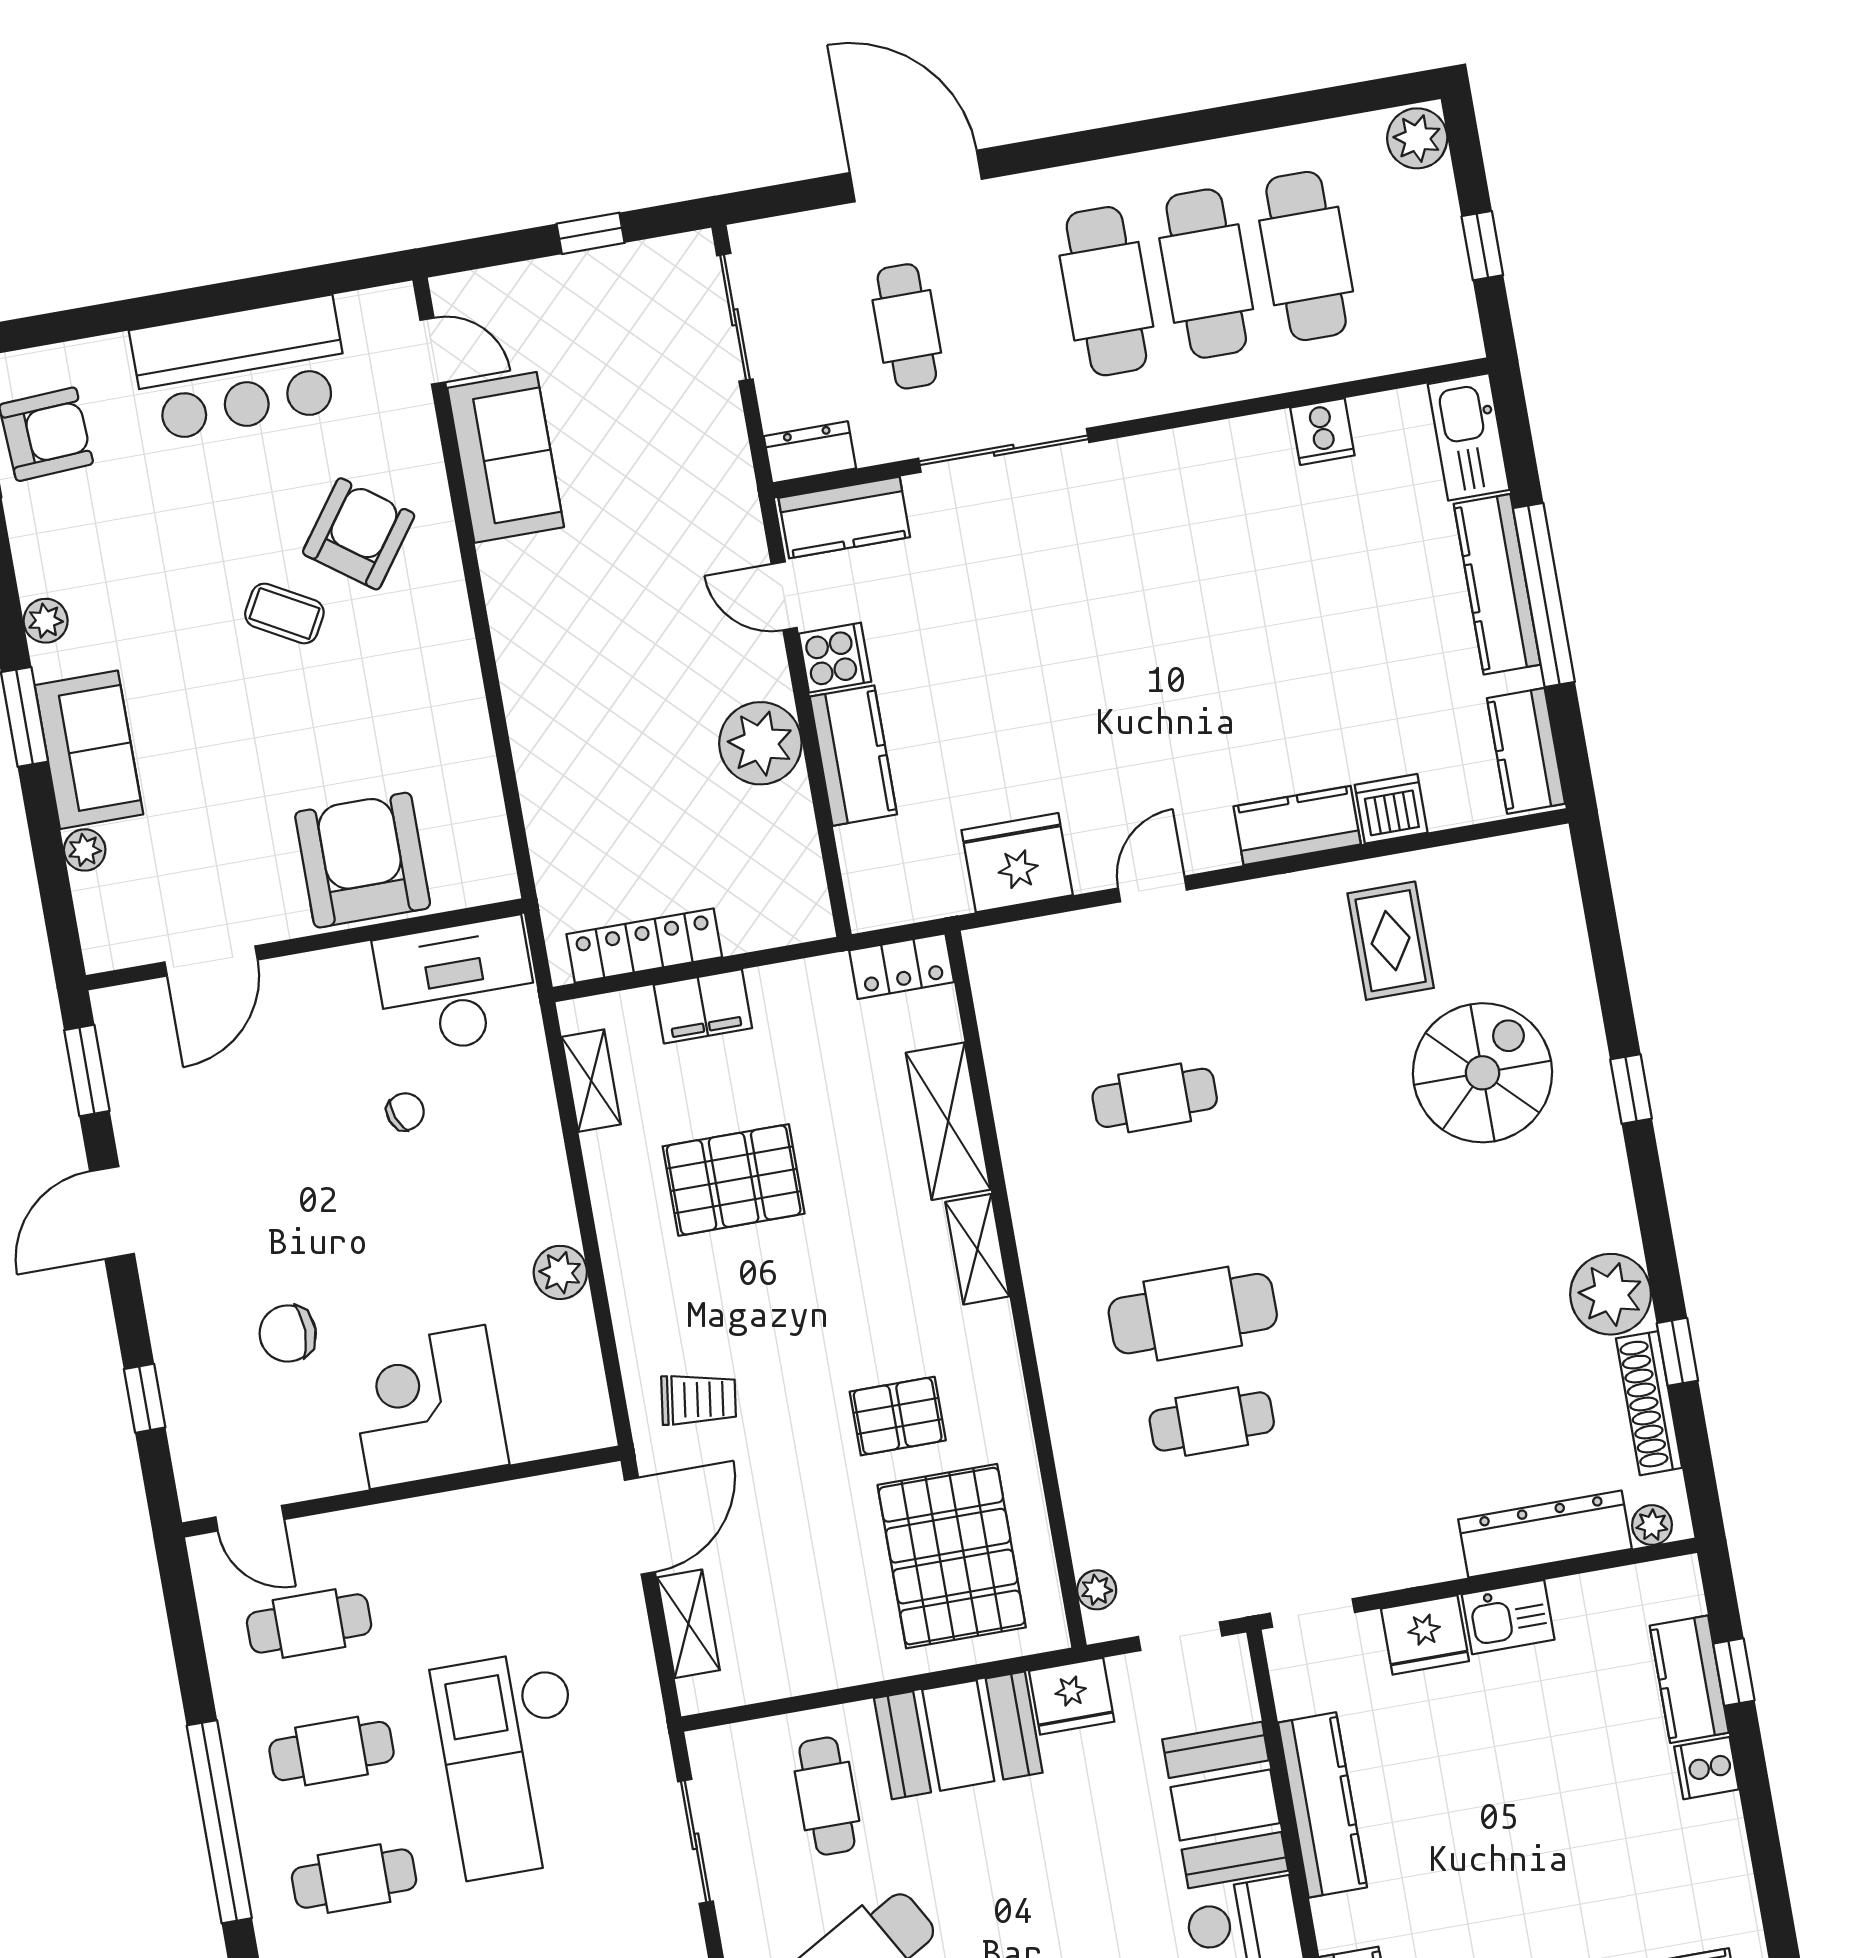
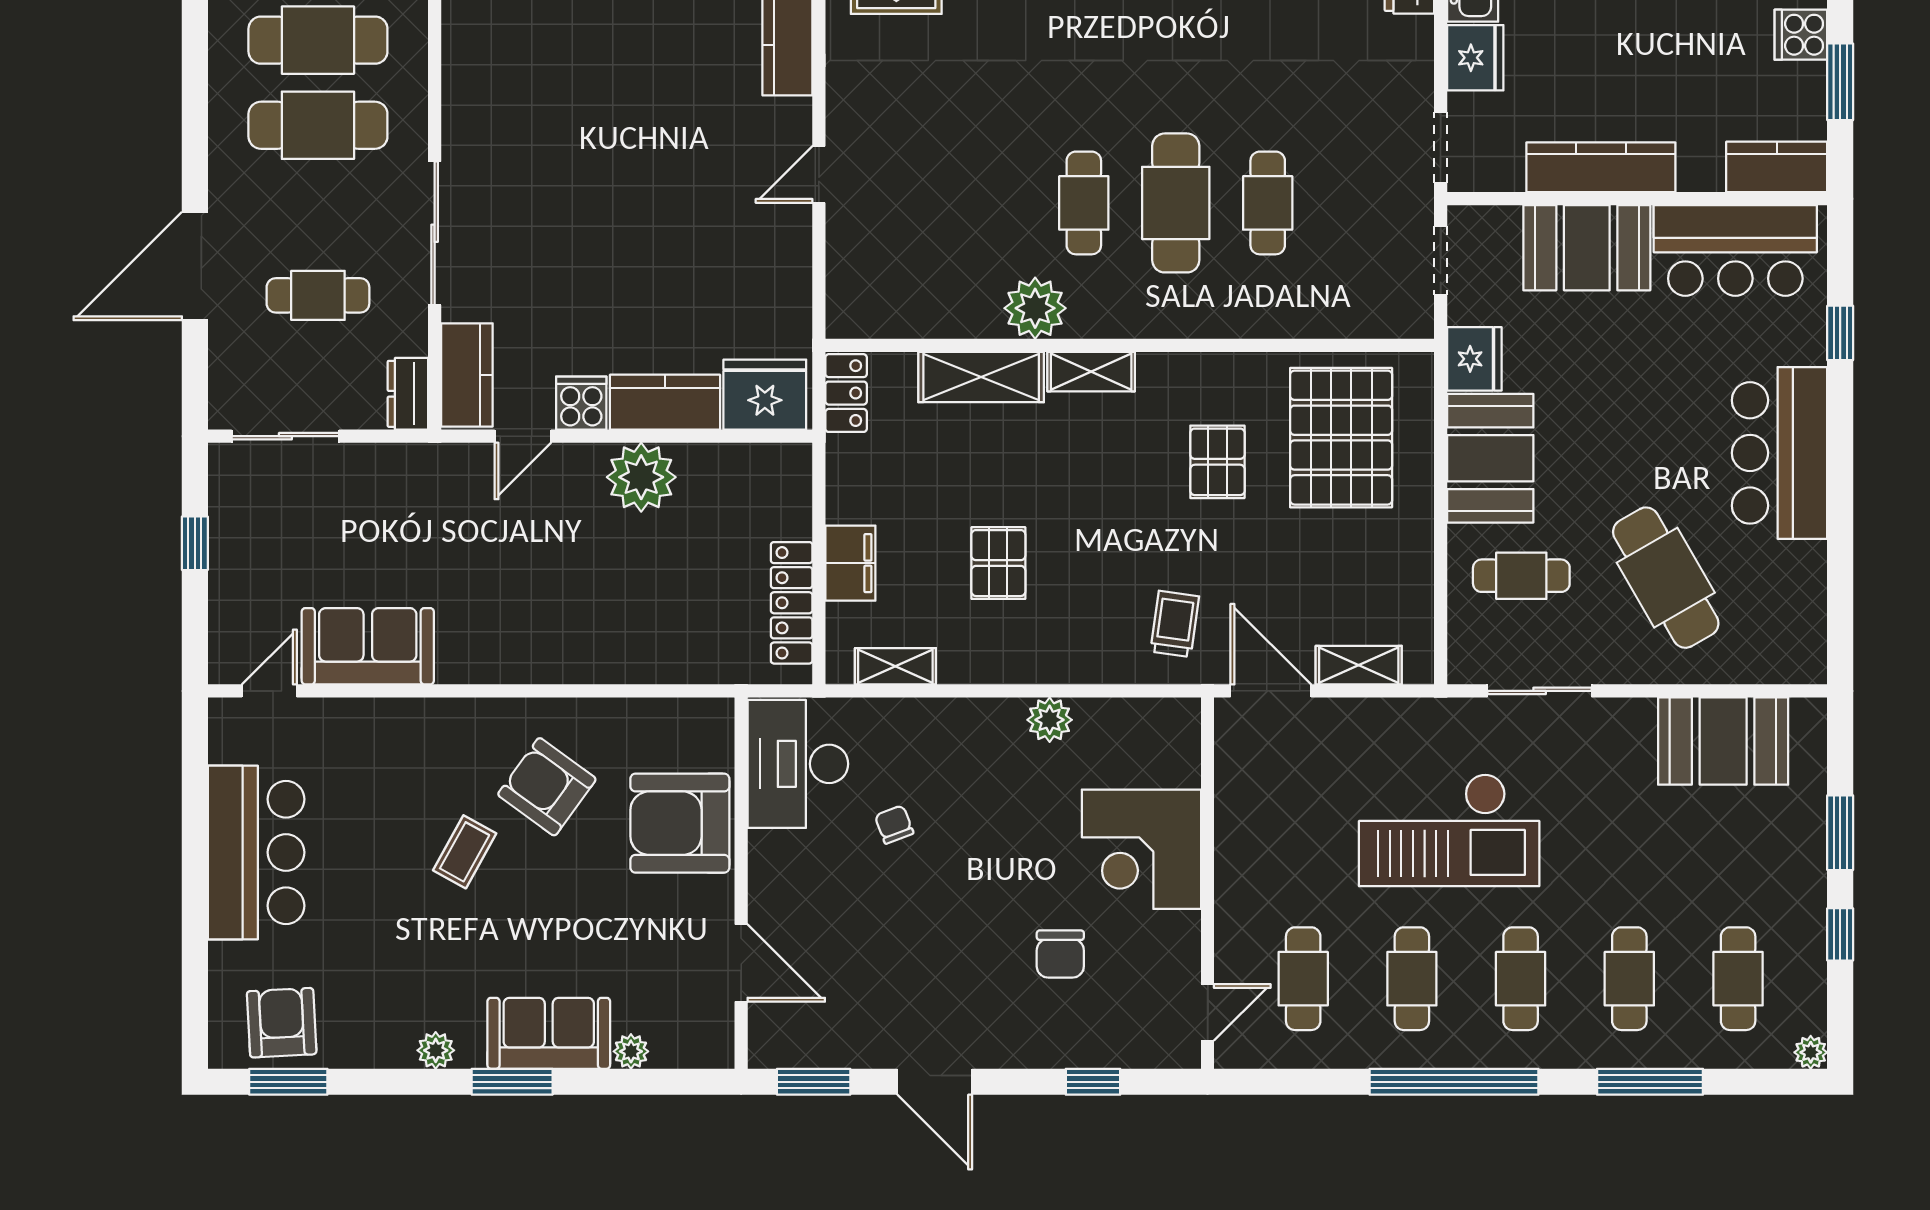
armchair: (359, 534) -> (547, 787), moved
fridge: (1017, 863) -> (765, 395), moved, turned 90
door: (1152, 889) -> (819, 174), hinge flipped
cafe table: (1155, 1098) -> (1084, 203), moved
pallet: (734, 1180) -> (998, 563), width x0.67, depth x0.71
pallet: (952, 1556) -> (1341, 438), turned 90
plant: (1097, 1590) -> (1035, 308), moved, width x1.87, depth x1.87

